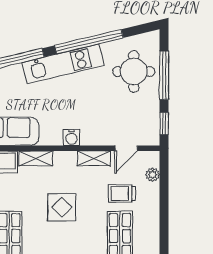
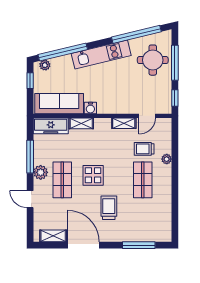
window: (89, 42) -> (136, 34), moved
water cooler: (71, 137) -> (90, 108), moved
plant: (153, 175) -> (167, 159), moved
display table: (62, 207) -> (93, 175), moved

